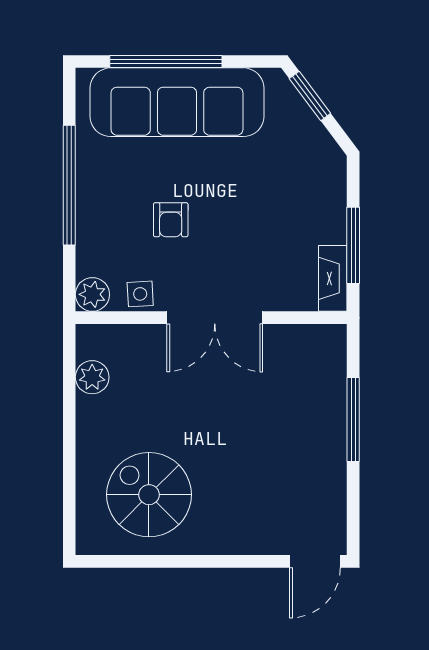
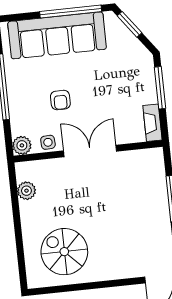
window: (166, 62) -> (71, 11), moved
window: (353, 245) -> (160, 88), moved
double door: (215, 318) -> (90, 151), swing flipped

